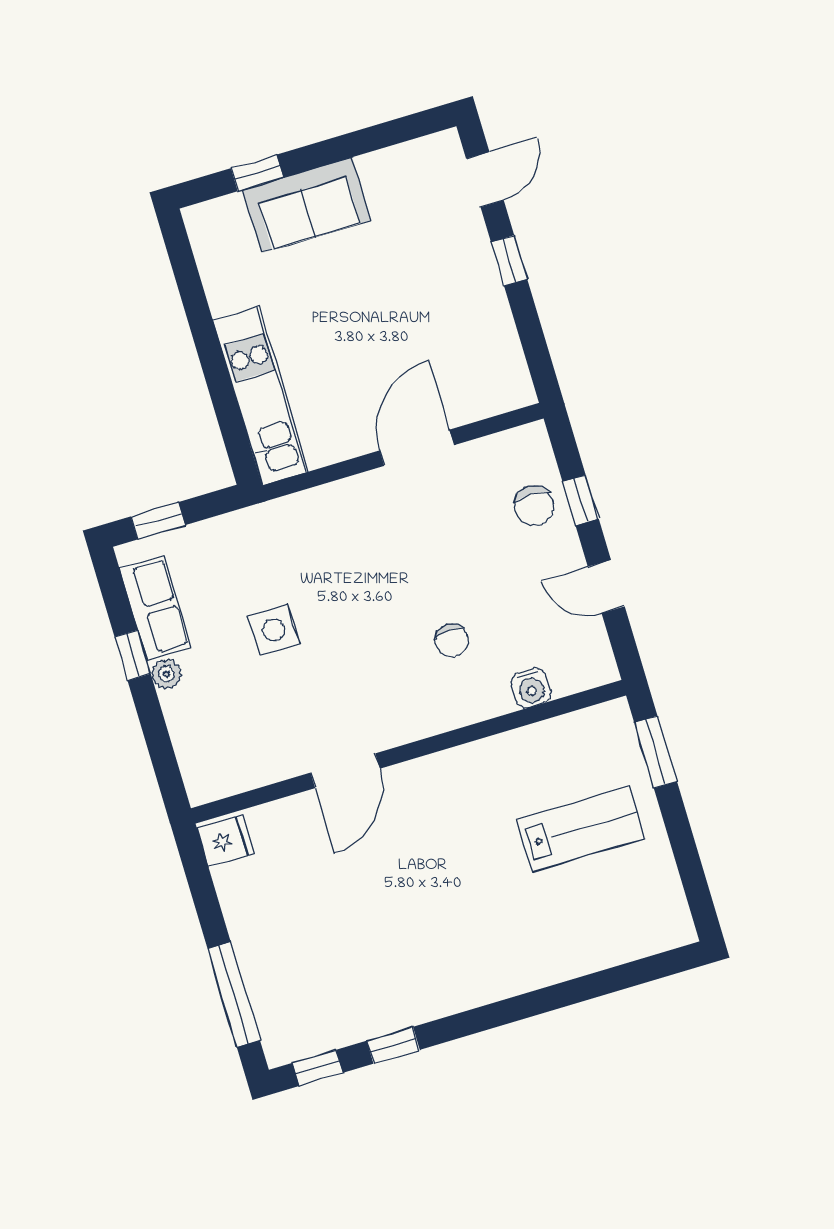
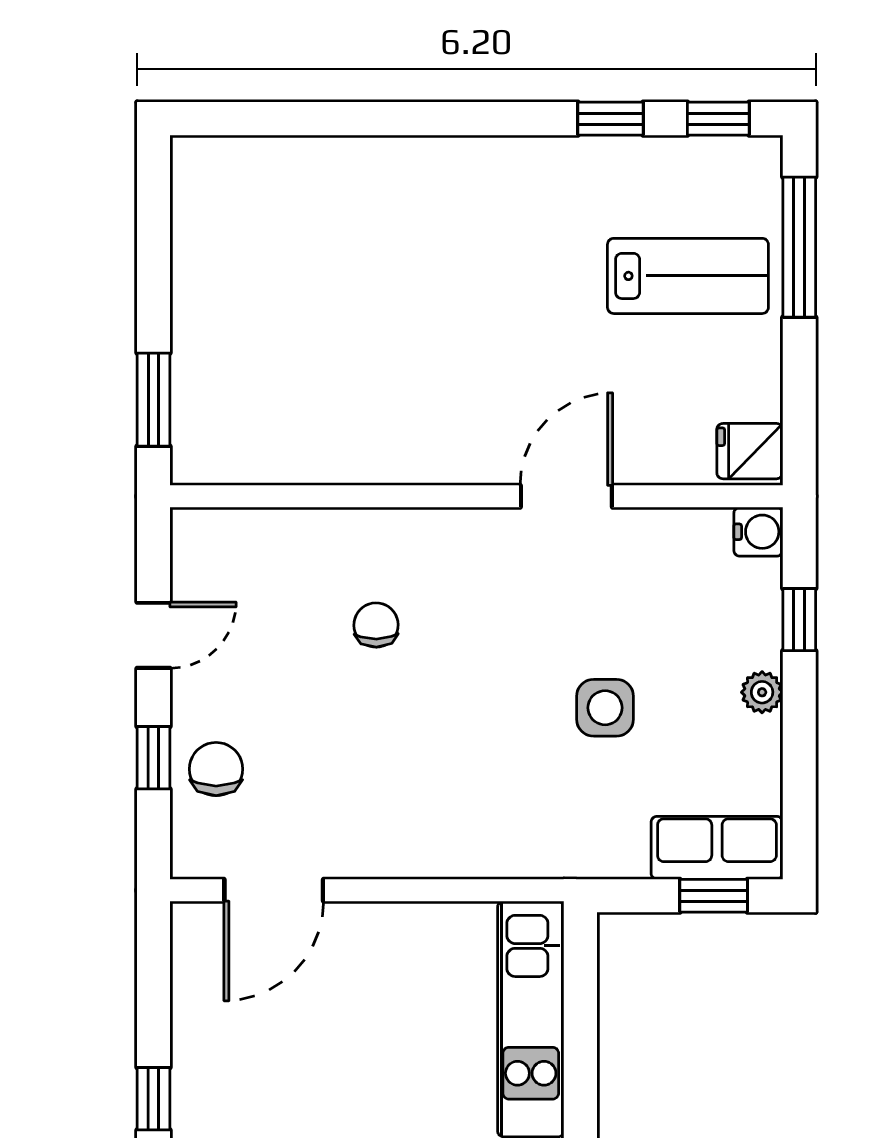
door: (417, 448) -> (274, 890), moved
door: (606, 587) -> (153, 635), hinge flipped
row of seats: (155, 608) -> (717, 848), moved, turned 90
window: (133, 655) -> (799, 620), moved
water cooler: (531, 688) -> (758, 532), moved, turned 90
lab bench: (581, 829) -> (688, 276), moved, turned 180

